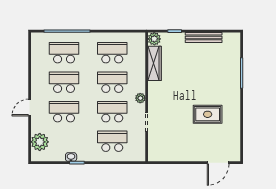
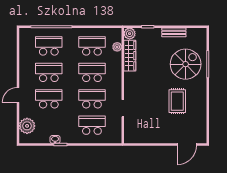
bench: (204, 37) -> (174, 32), width x0.73
spiral stairs: (217, 73) -> (186, 64), added
plant: (140, 98) -> (117, 47), moved
rug: (208, 114) -> (177, 101), turned 90

